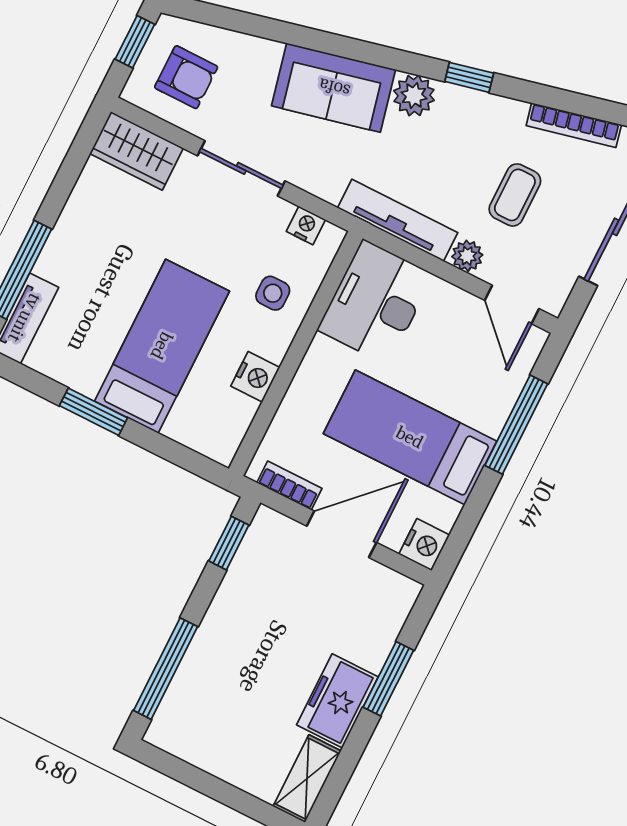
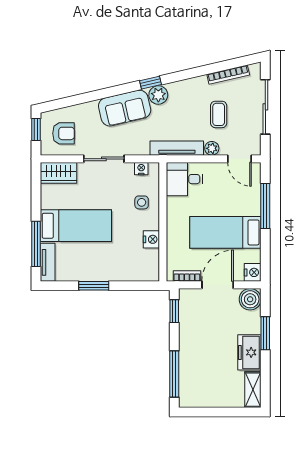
window: (469, 77) -> (150, 83), moved
desk: (375, 302) -> (184, 179), width x0.73
bed: (162, 346) -> (76, 226), moved, turned 90
boiler: (392, 596) -> (250, 299), added

